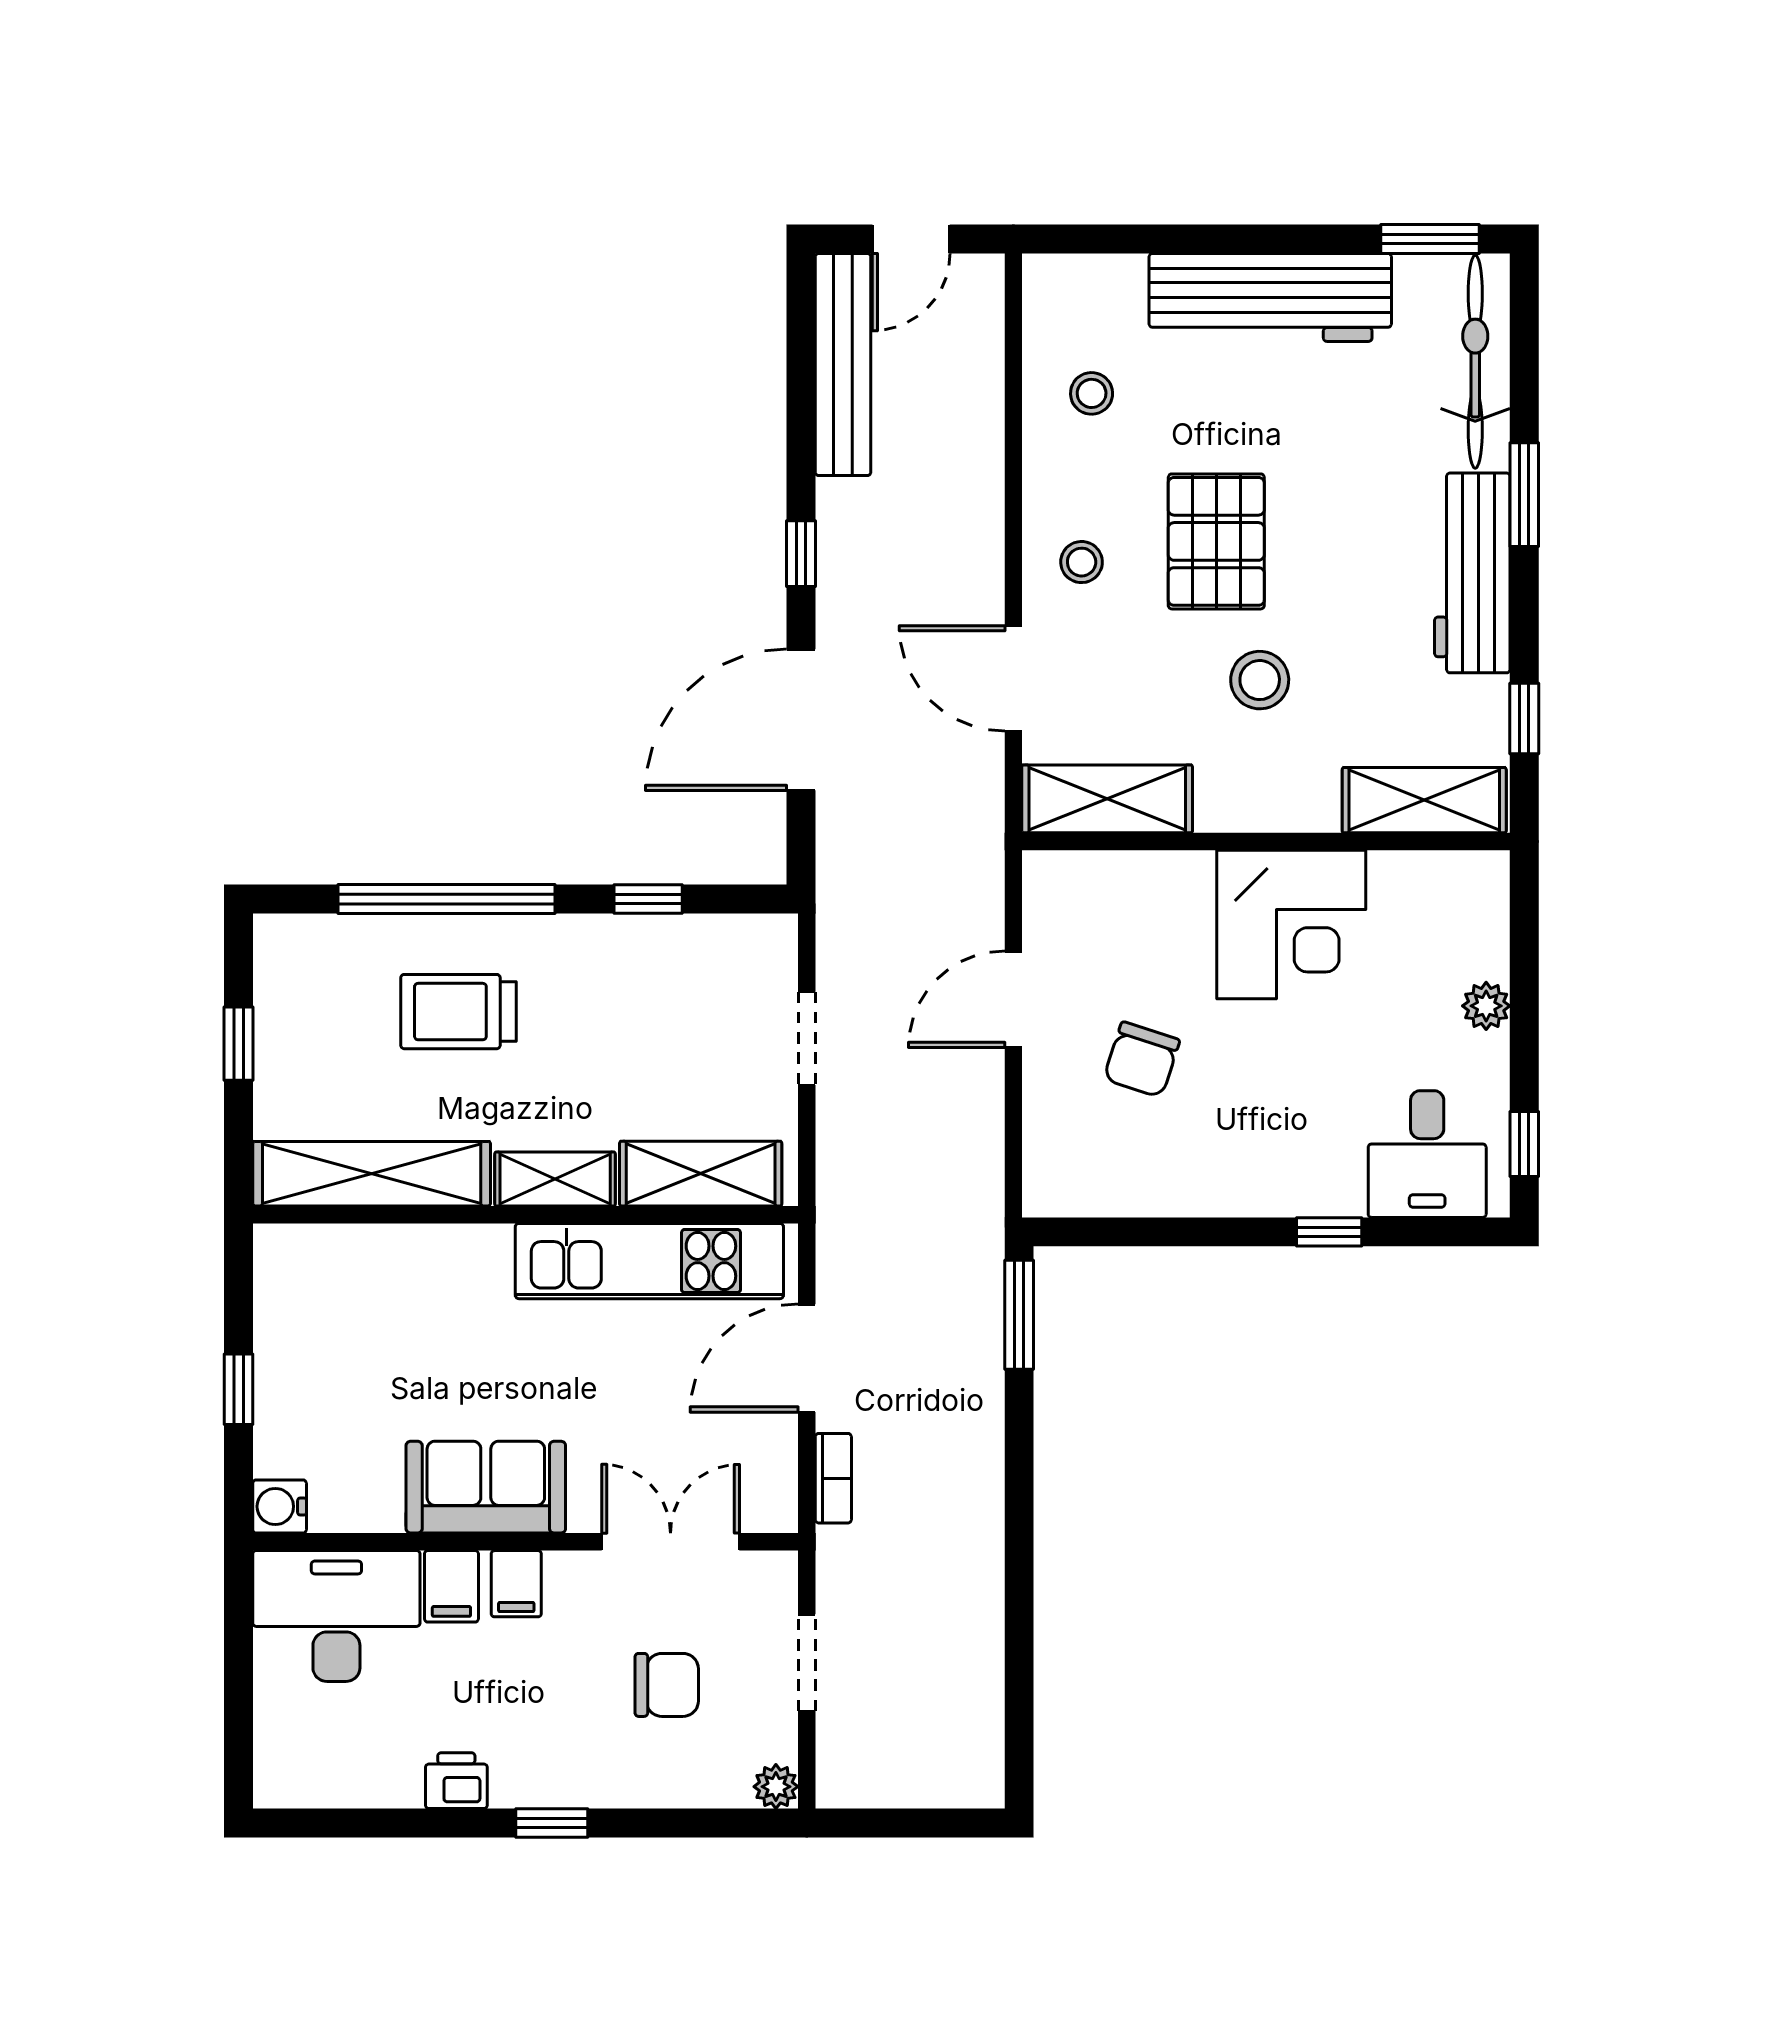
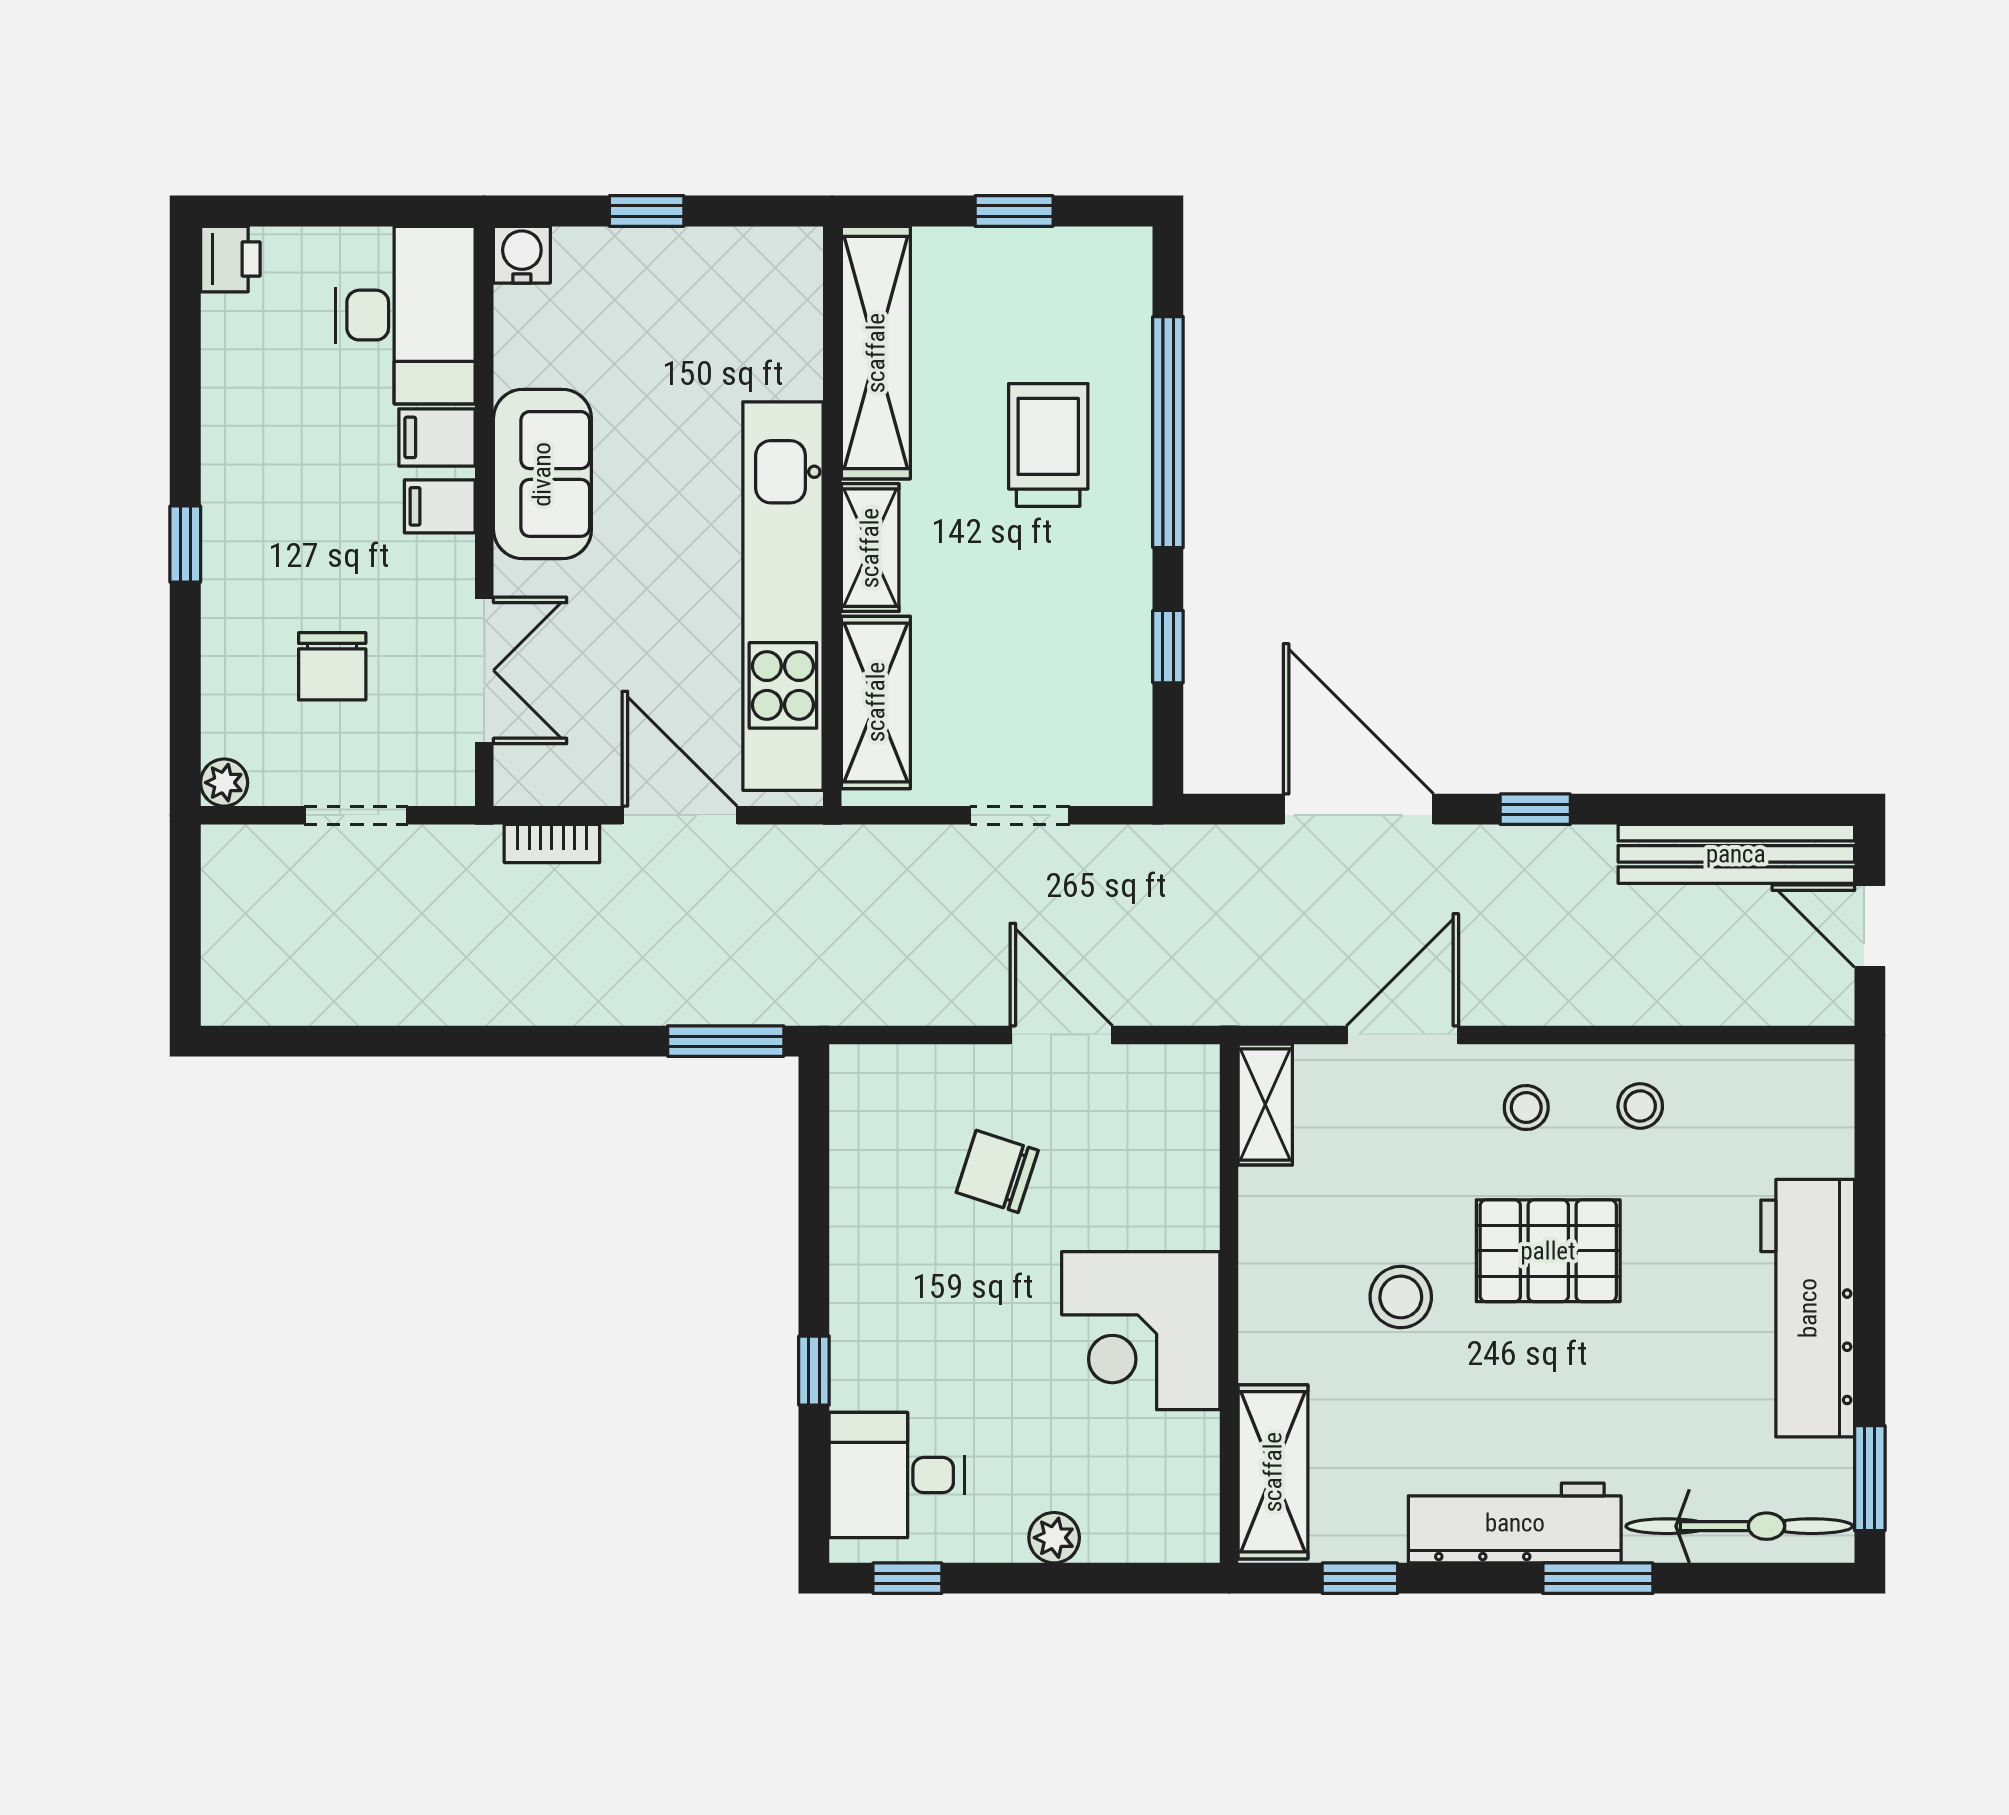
stool: (1092, 393) -> (1640, 1106), moved
shelving: (1107, 799) -> (1265, 1105), width x0.67, depth x0.75
kitchen unit: (649, 1261) -> (783, 596), width x1.36
printer: (456, 1781) -> (230, 259), moved

